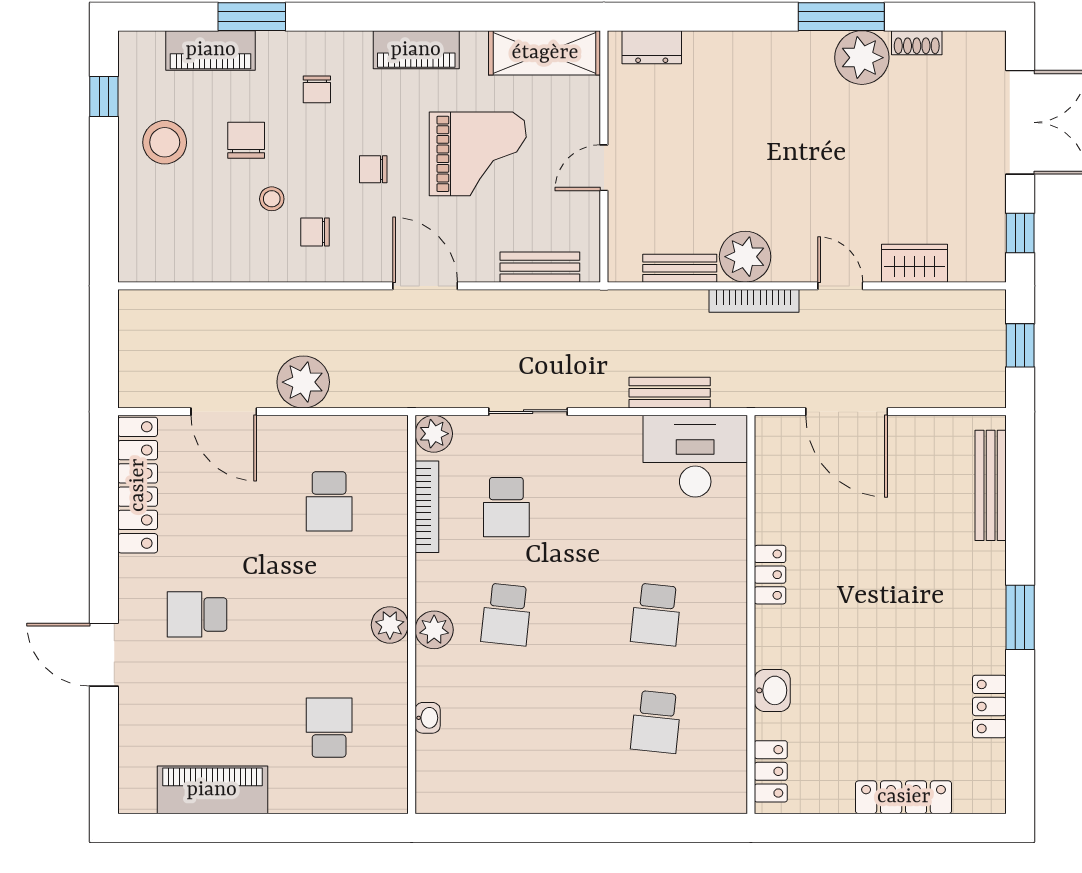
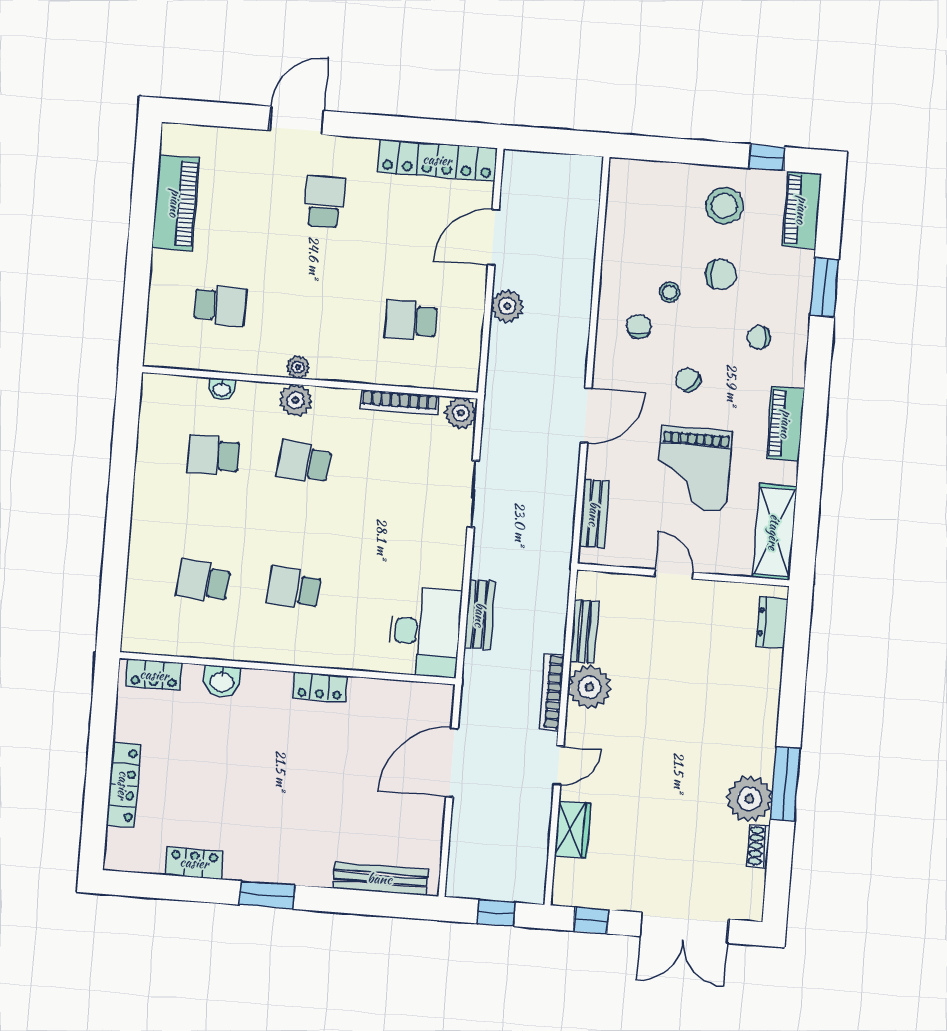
piano: (211, 50) -> (802, 210), moved
chair: (373, 169) -> (688, 380), turned -49
plant: (303, 382) -> (507, 306), width x0.73, depth x0.73
school desk: (506, 507) -> (213, 455), moved
plant: (390, 625) -> (298, 367), width x0.73, depth x0.73

